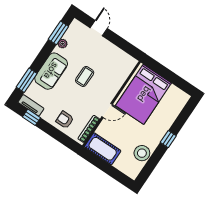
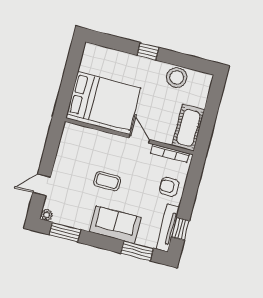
plant: (63, 44) -> (47, 215), moved
tv unit: (31, 105) -> (168, 228), width x1.41
armchair: (65, 120) -> (169, 187), turned 90

